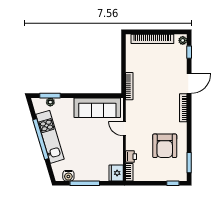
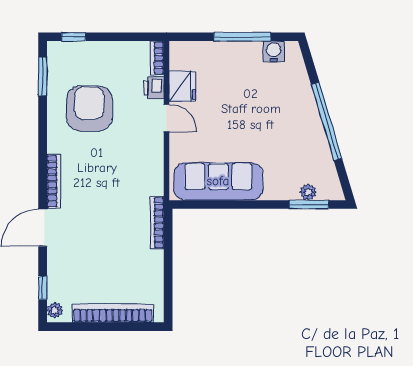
door: (124, 129) -> (166, 118), moved
kitchen unit: (50, 137) -> (309, 126), removed
fridge: (116, 173) -> (182, 86), moved

